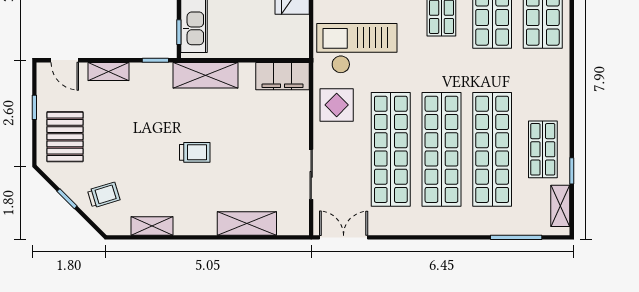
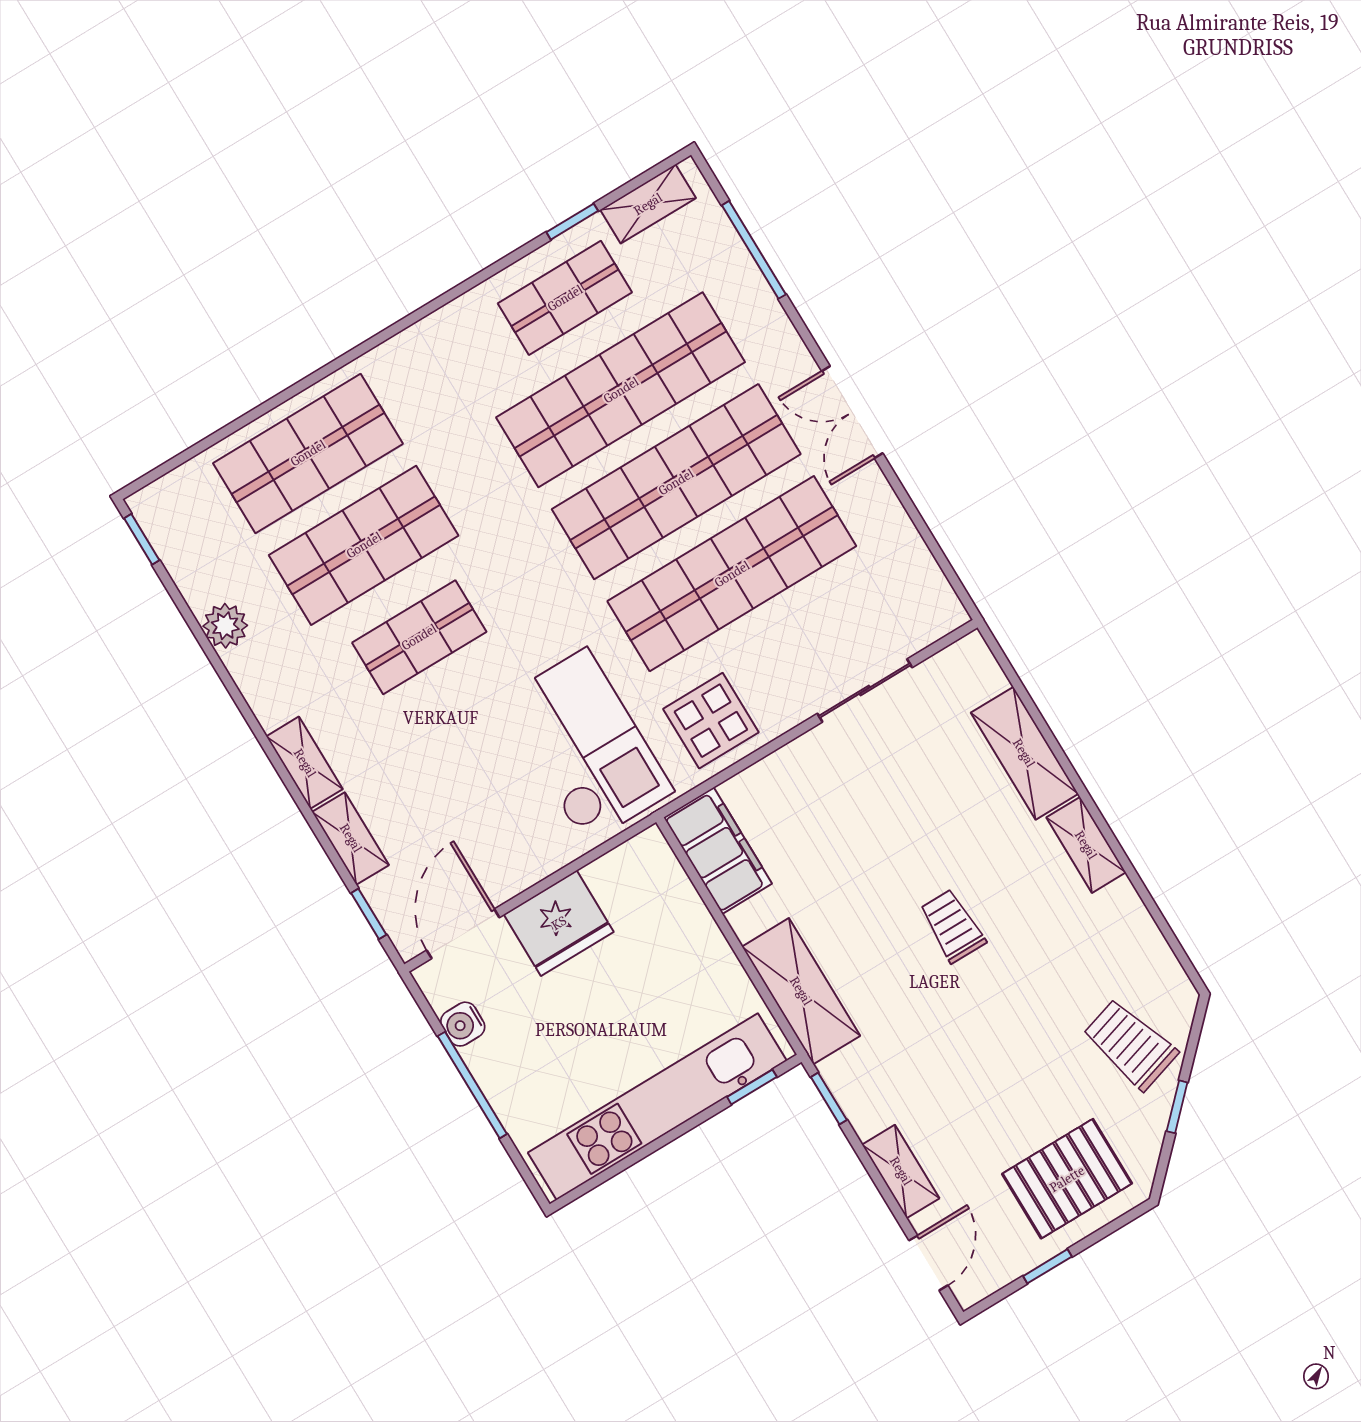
checkout: (357, 48) -> (586, 746), turned 180
trolley: (104, 195) -> (1130, 1044), width x1.36, depth x1.39
shelving: (152, 226) -> (1086, 845), moved
double door: (344, 237) -> (852, 412), moved

